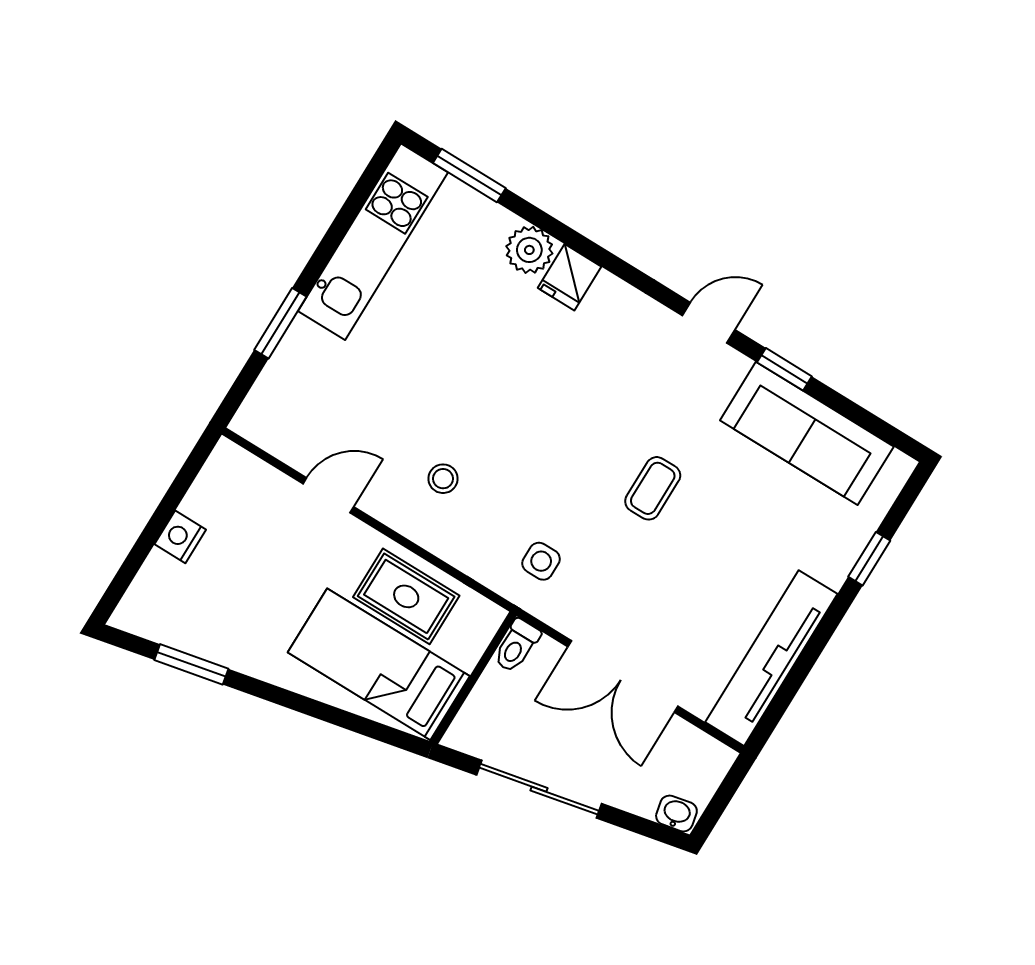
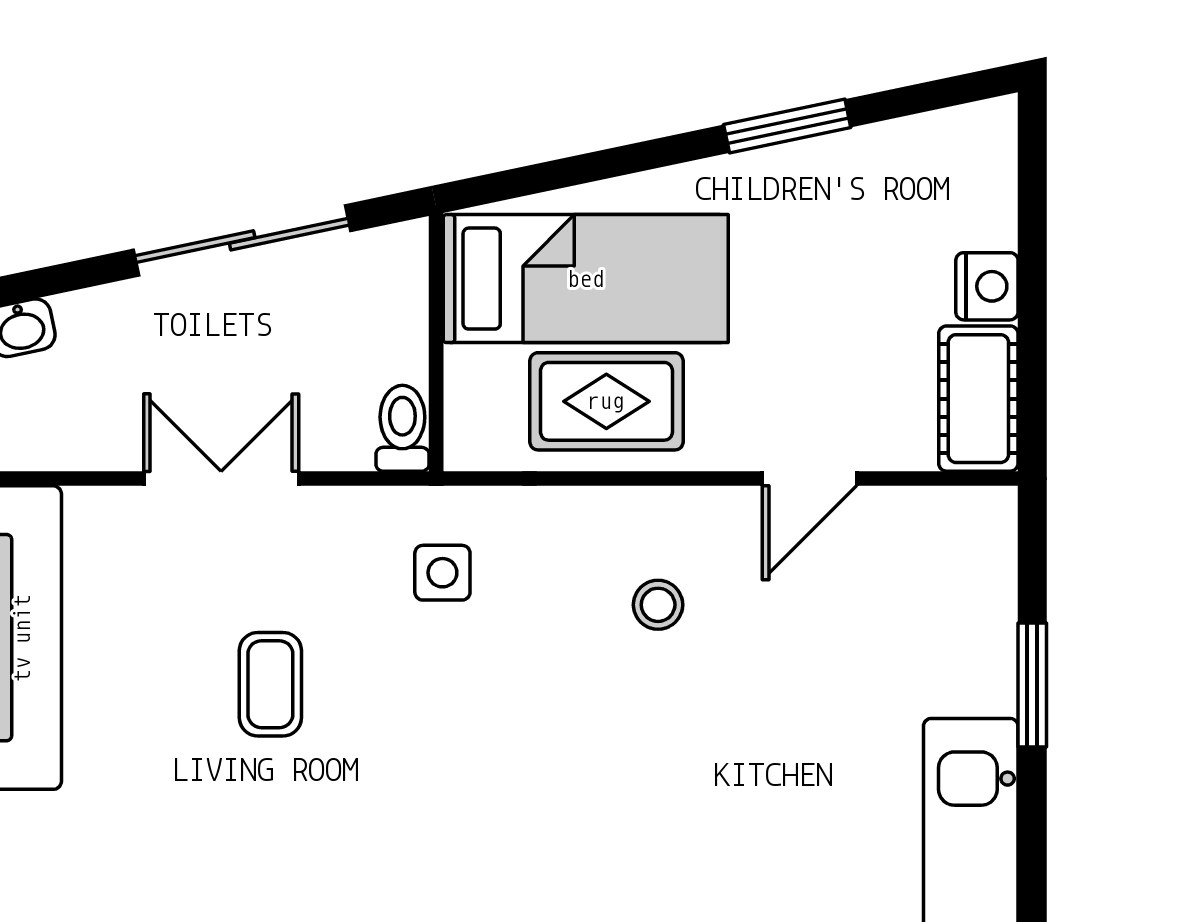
cot: (219, 483) -> (978, 399), added
coffee table: (653, 488) -> (270, 684), moved
window: (191, 664) -> (787, 126), moved
double door: (623, 676) -> (221, 479), width x0.73

